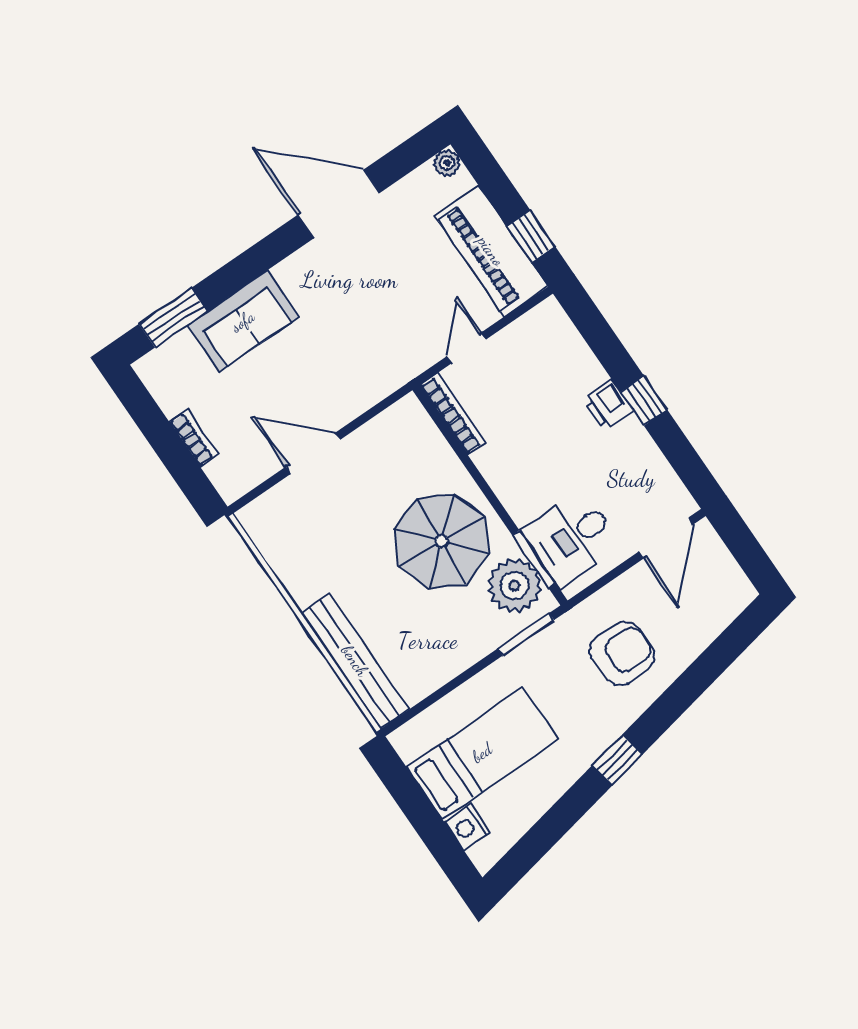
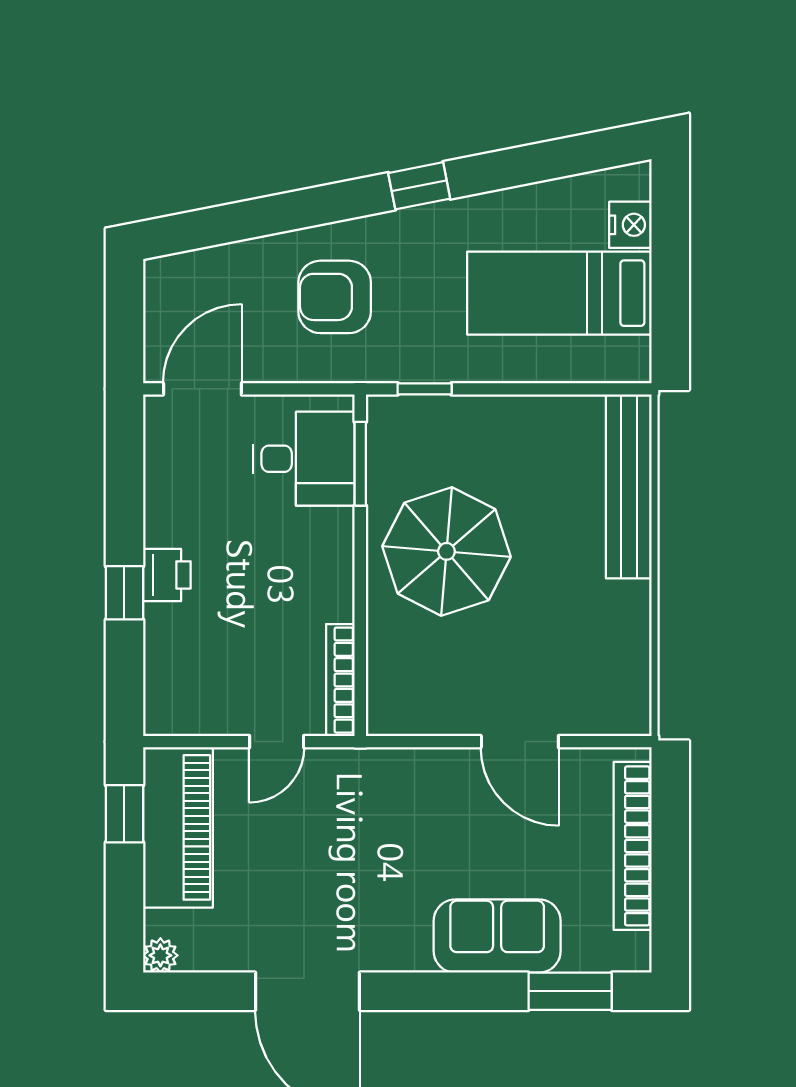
window: (644, 401) -> (124, 593), moved
bookcase: (194, 438) -> (633, 846), width x2.31, depth x1.31
plant: (515, 586) -> (401, 450), removed
window: (526, 634) -> (425, 389), width x0.67

